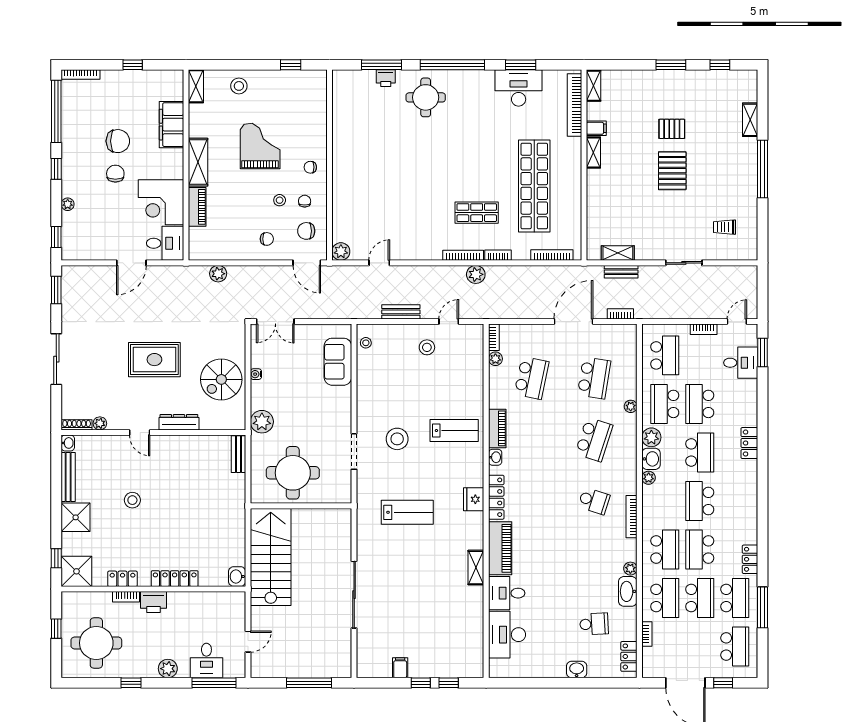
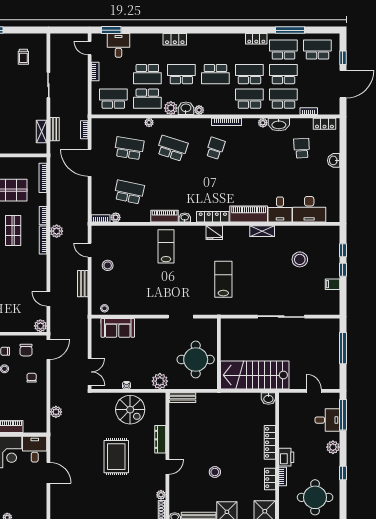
stool: (397, 439) -> (300, 259), moved
school desk: (700, 549) -> (249, 74), turned 180

